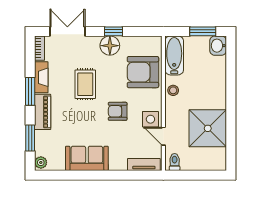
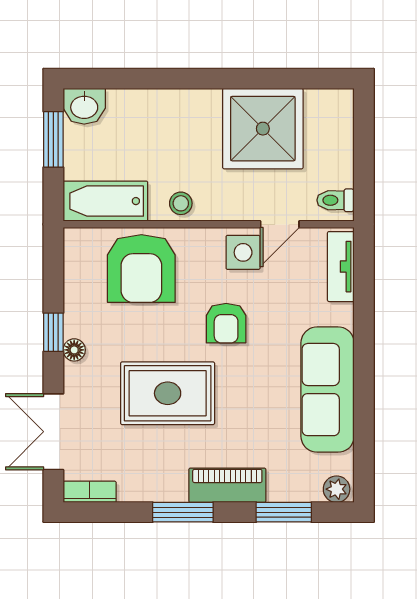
floor lamp: (110, 46) -> (74, 350), width x0.53, depth x0.53
fireplace: (41, 77) -> (153, 488), removed
rug: (85, 84) -> (168, 393), width x1.36, depth x1.43
sofa: (87, 158) -> (328, 390), width x1.36

